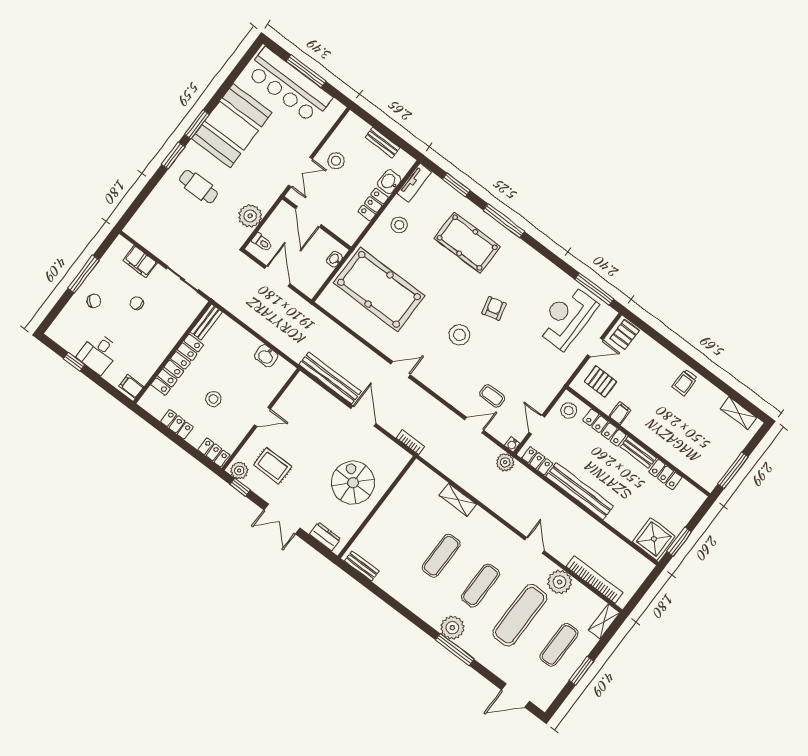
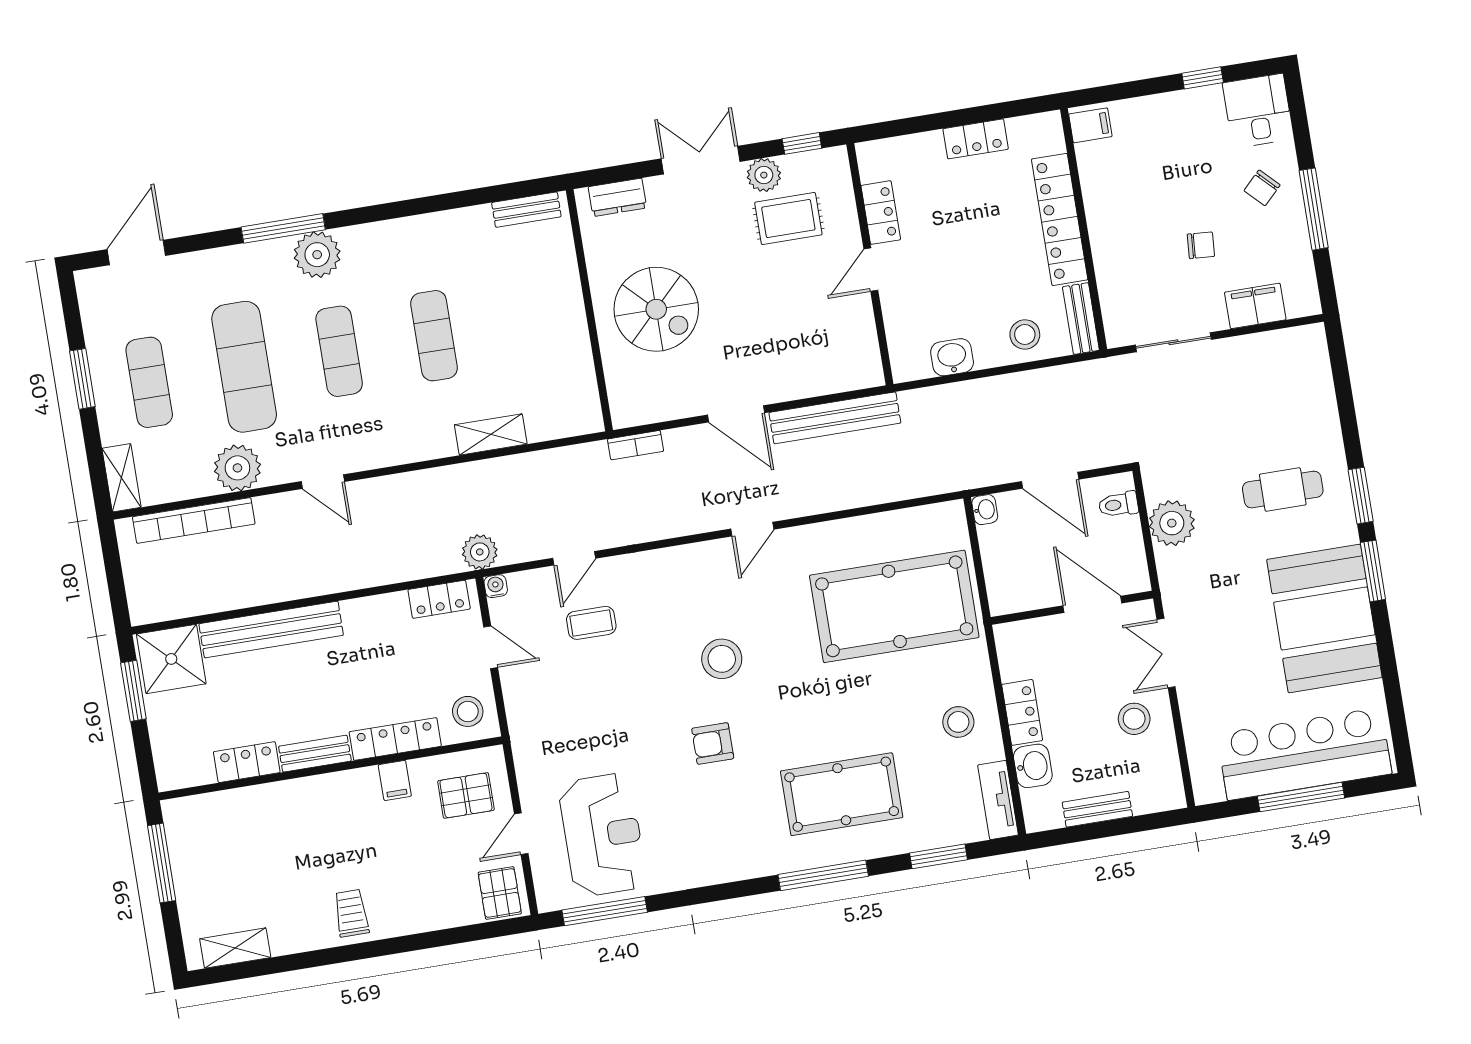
washbasin: (334, 259) -> (985, 510), moved
armchair: (494, 308) -> (713, 743), turned 105
desk: (98, 353) -> (1258, 111), moved
stool: (213, 399) -> (1025, 334), moved
locker: (214, 452) -> (881, 213), moved, turned -90
plant: (239, 471) -> (764, 175), moved
bench: (580, 491) -> (271, 630), moved

